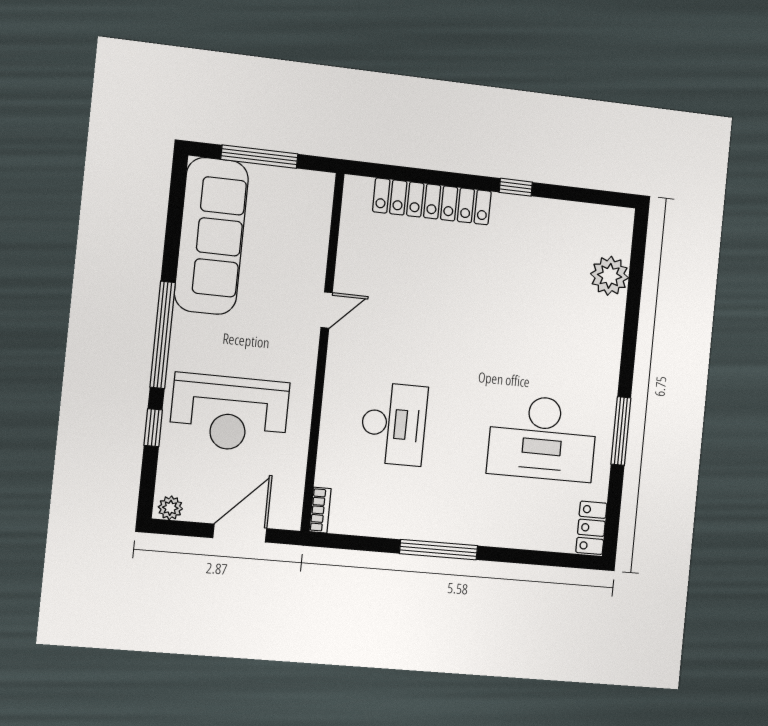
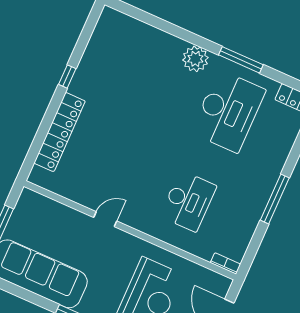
plant: (610, 276) -> (195, 59), moved
door: (327, 310) -> (105, 219), hinge flipped
desk: (394, 424) -> (188, 201), turned 90

